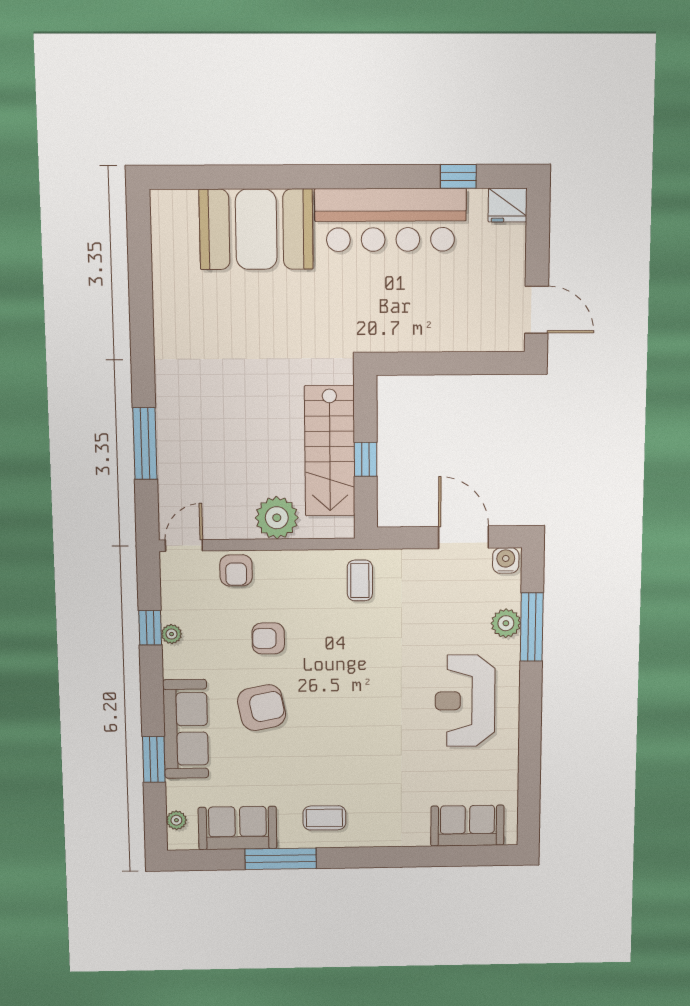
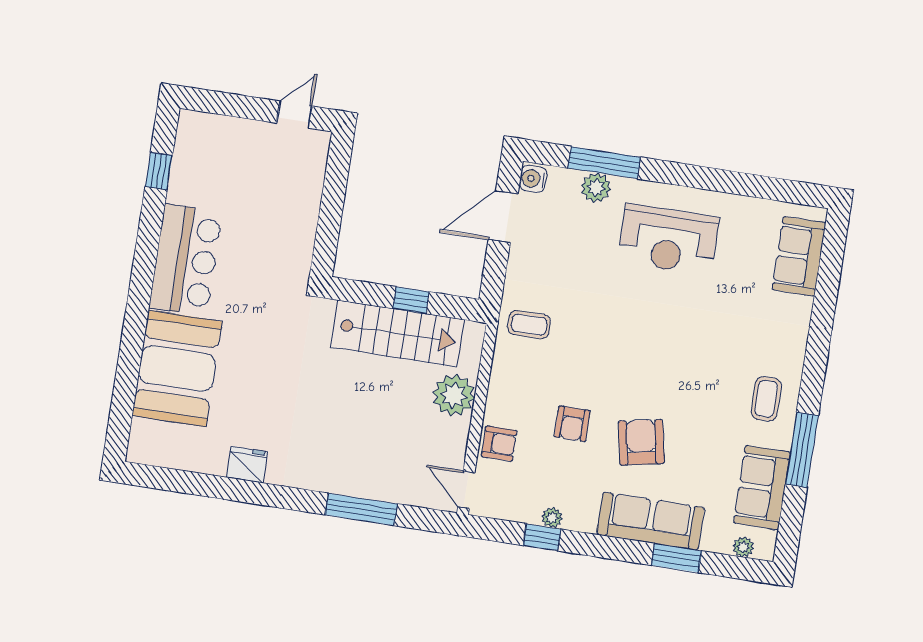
fridge: (508, 205) -> (247, 465), moved, turned -90
bar counter: (390, 220) -> (186, 260), width x0.73
door: (537, 310) -> (294, 115), width x0.73

